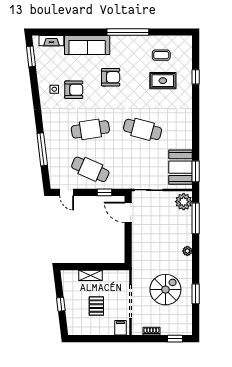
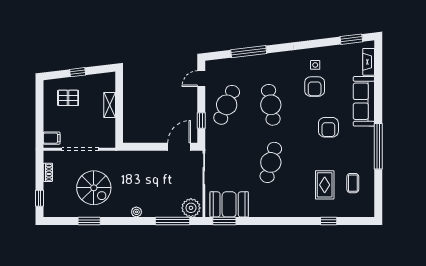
pallet: (96, 306) -> (68, 98), moved

